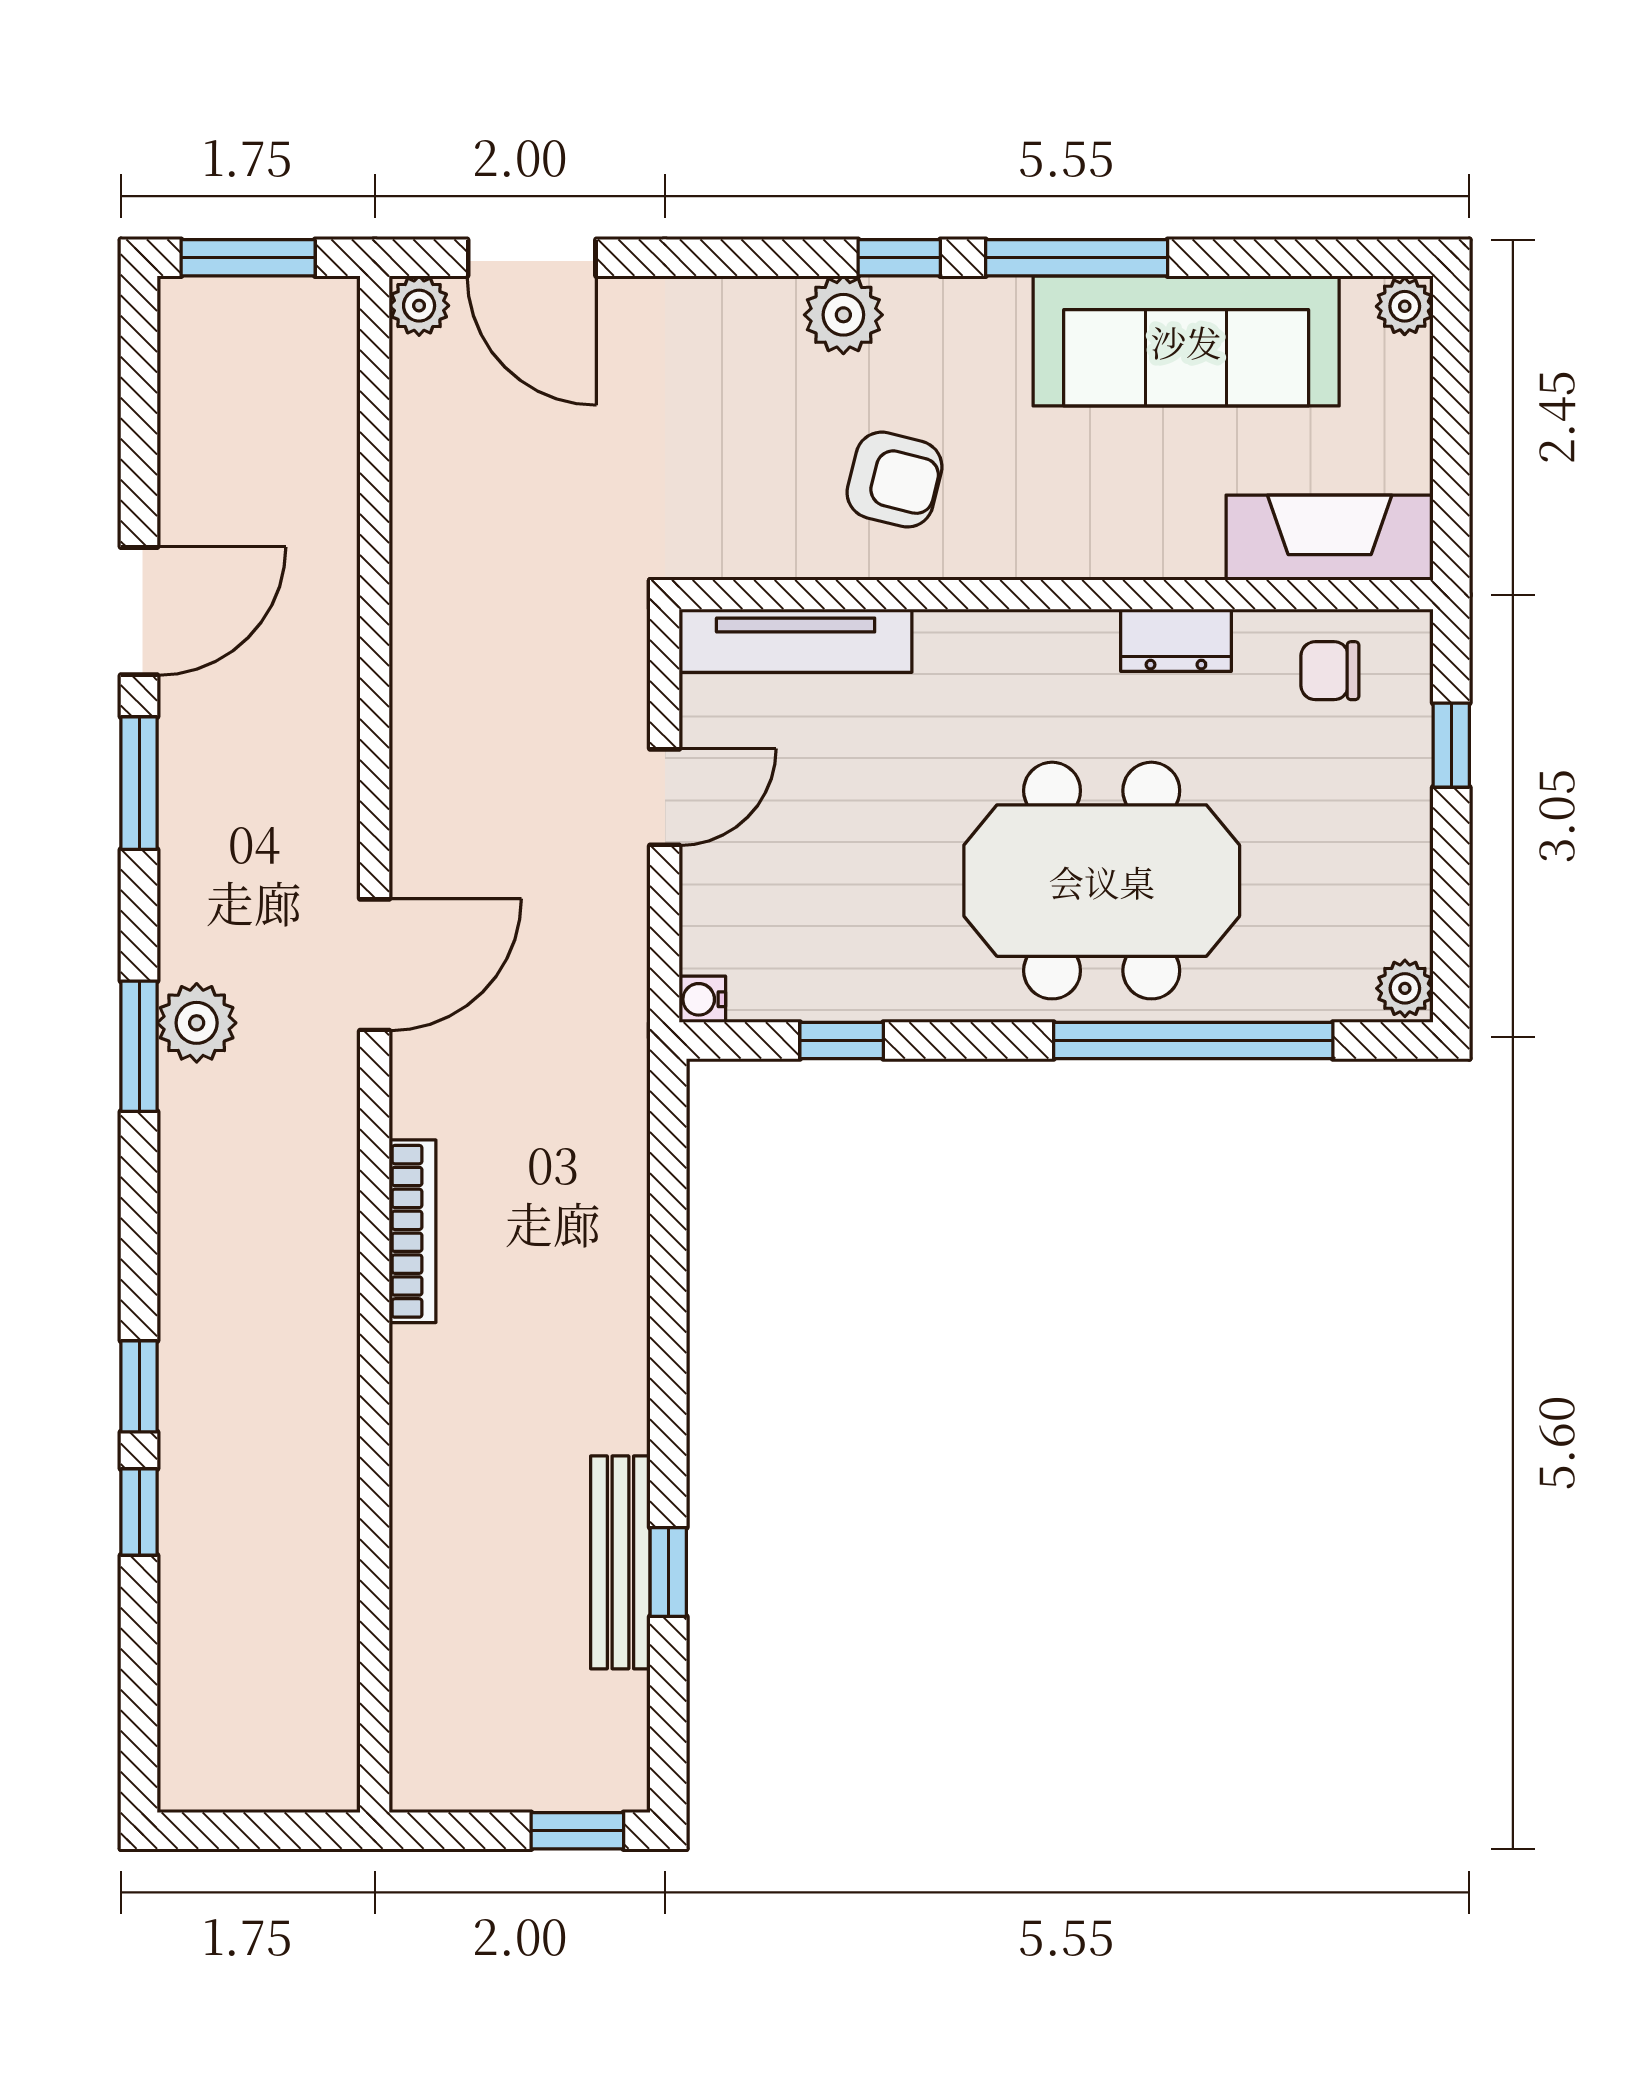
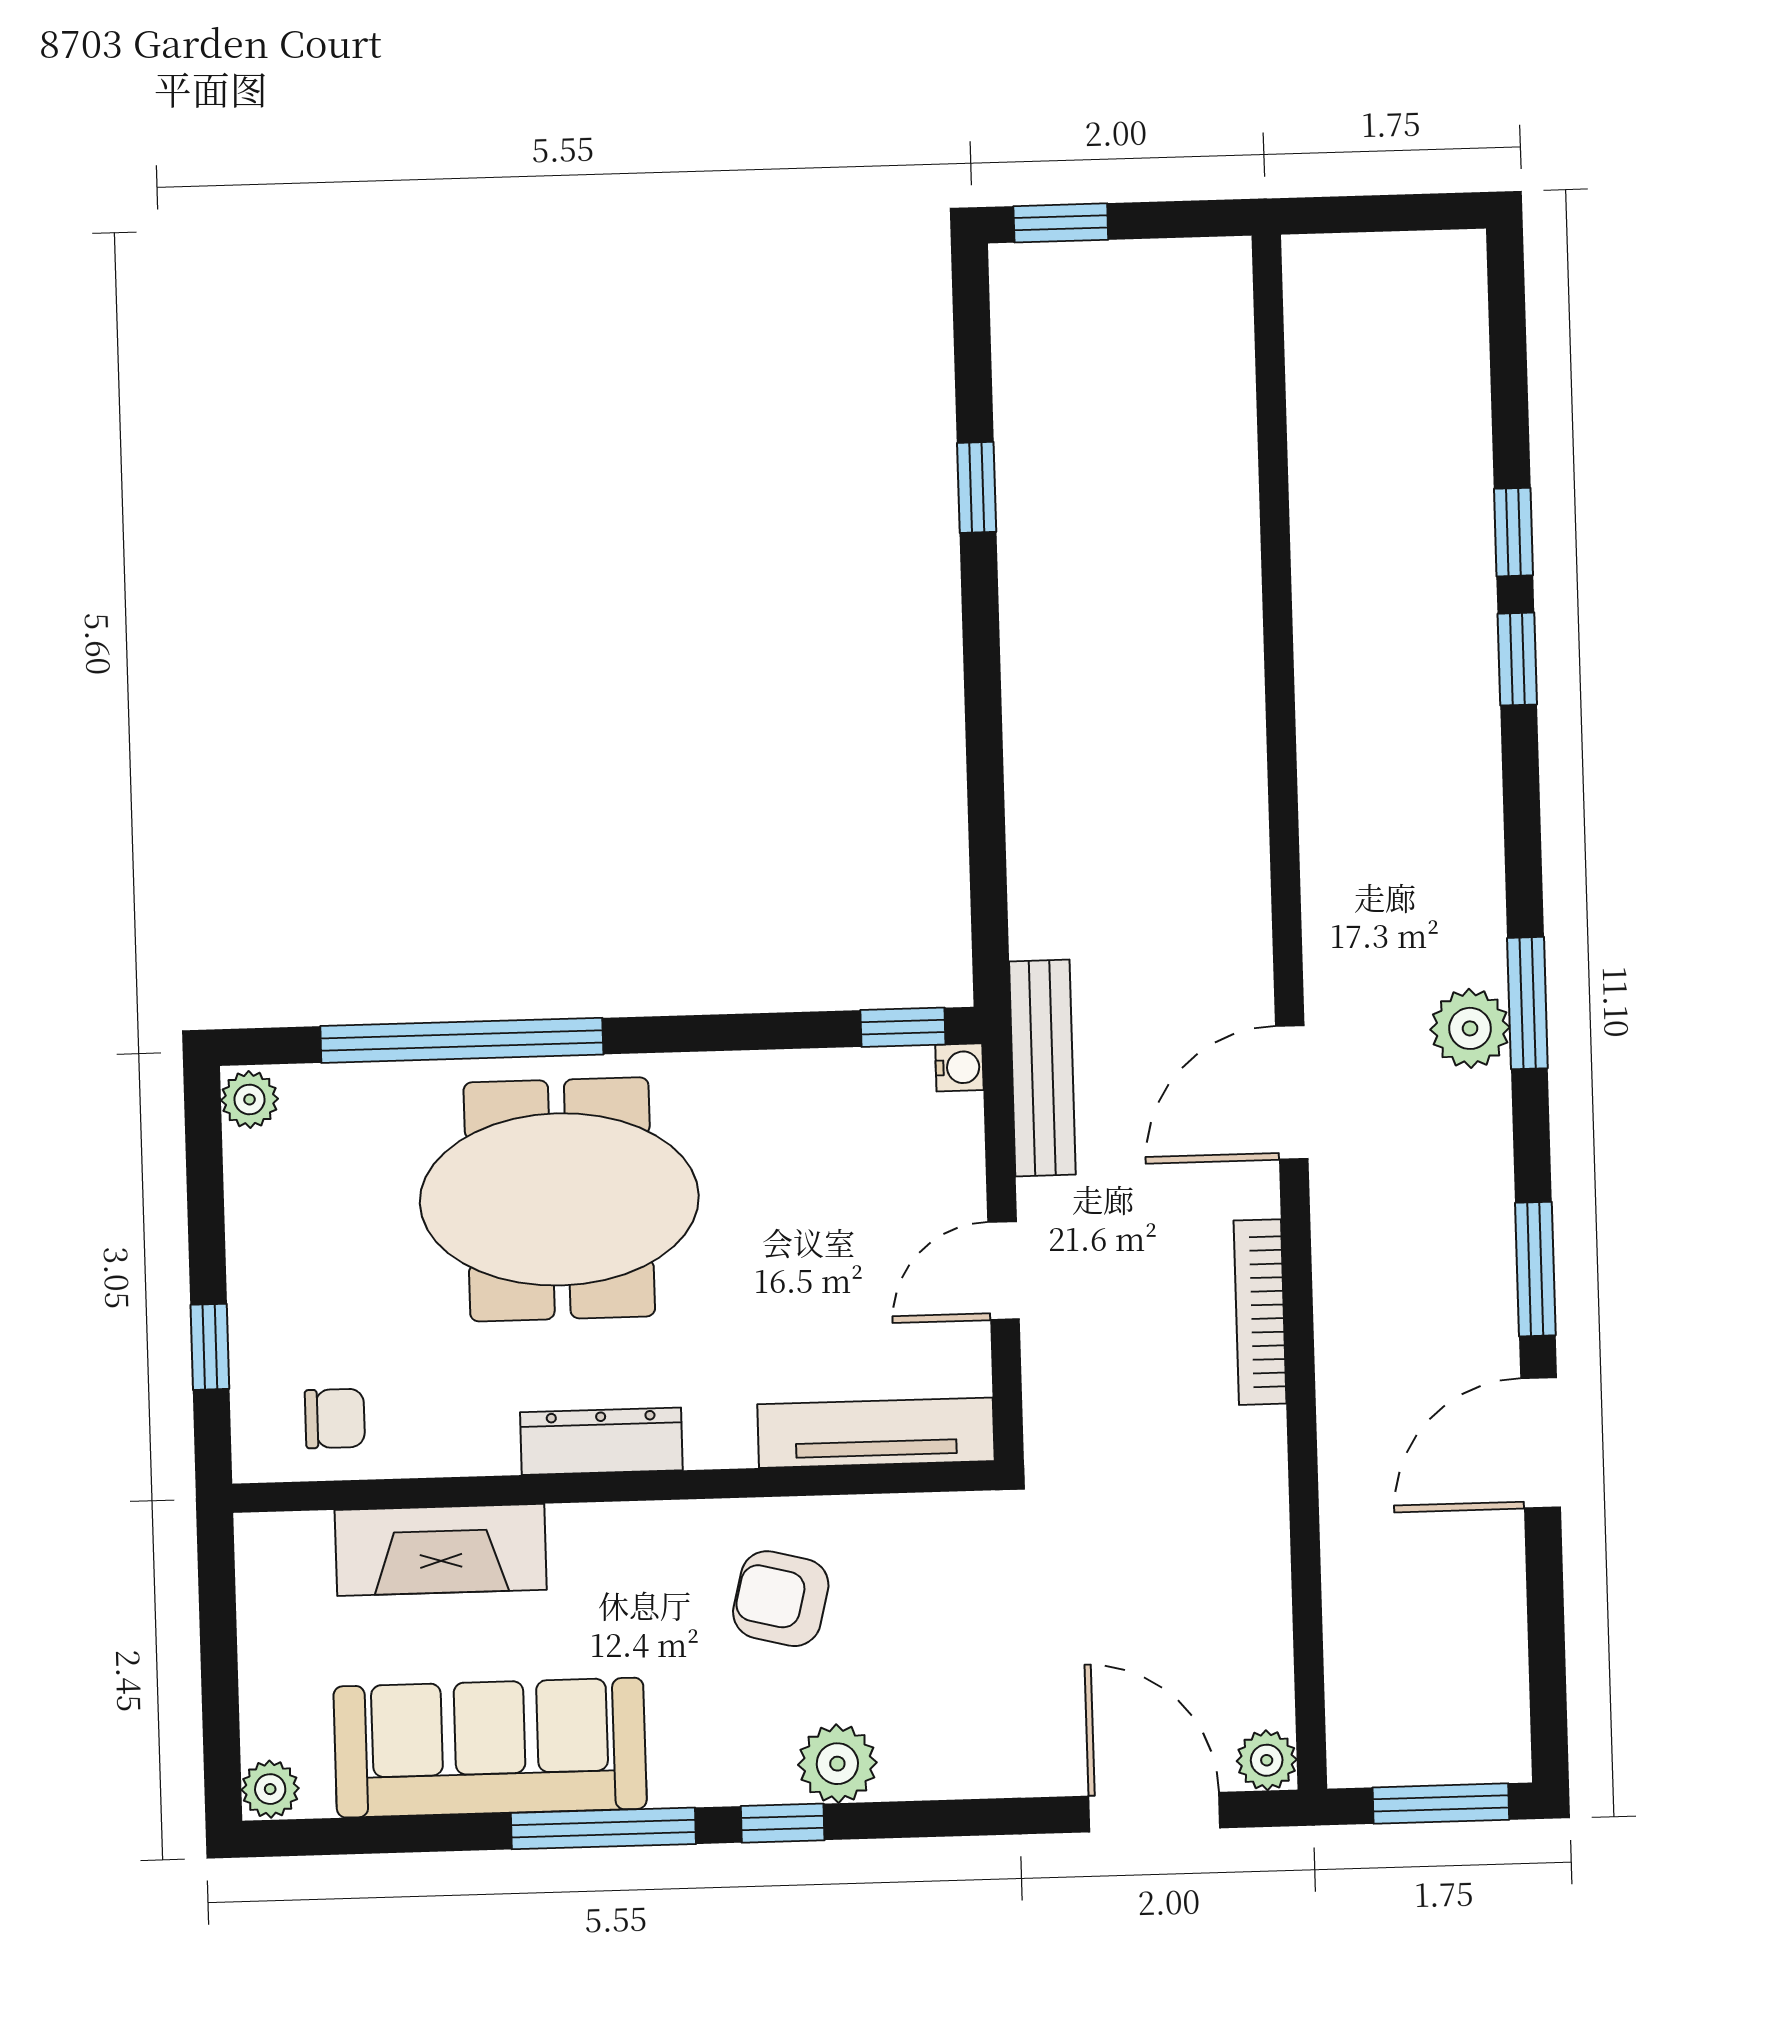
fireplace: (1330, 538) -> (441, 1550), moved
dresser: (1176, 640) -> (601, 1441), moved, width x1.44
window: (842, 1041) -> (903, 1027), moved
bookcase: (413, 1231) -> (1260, 1312), moved
bench: (620, 1562) -> (1042, 1068), moved

